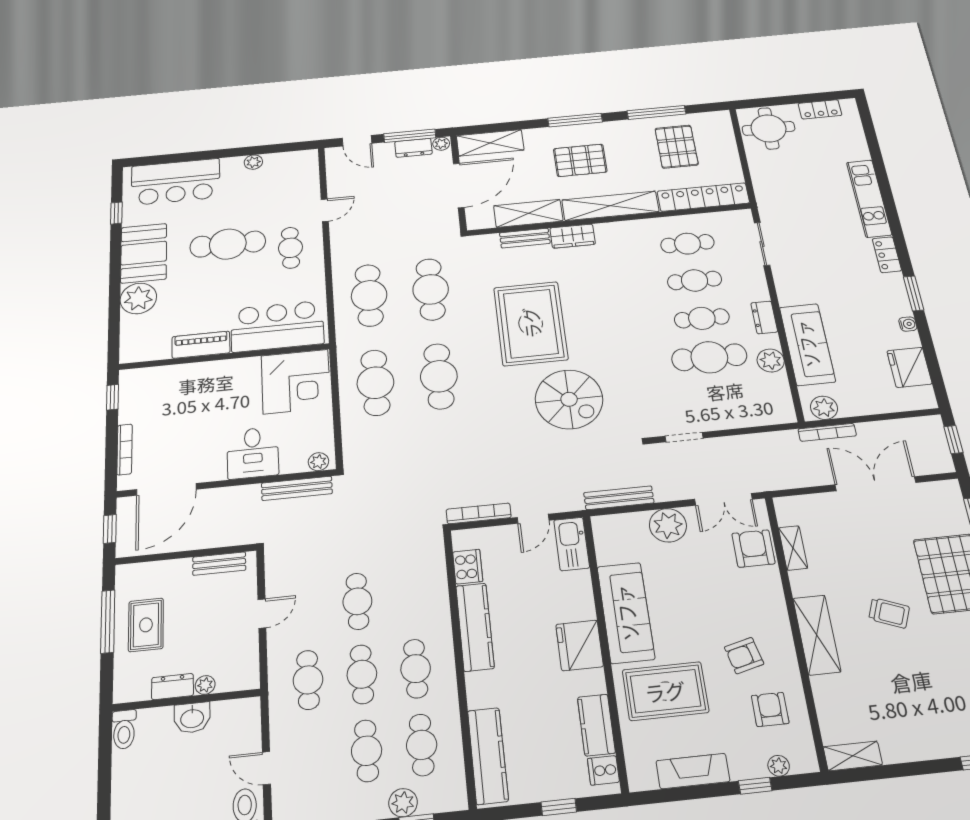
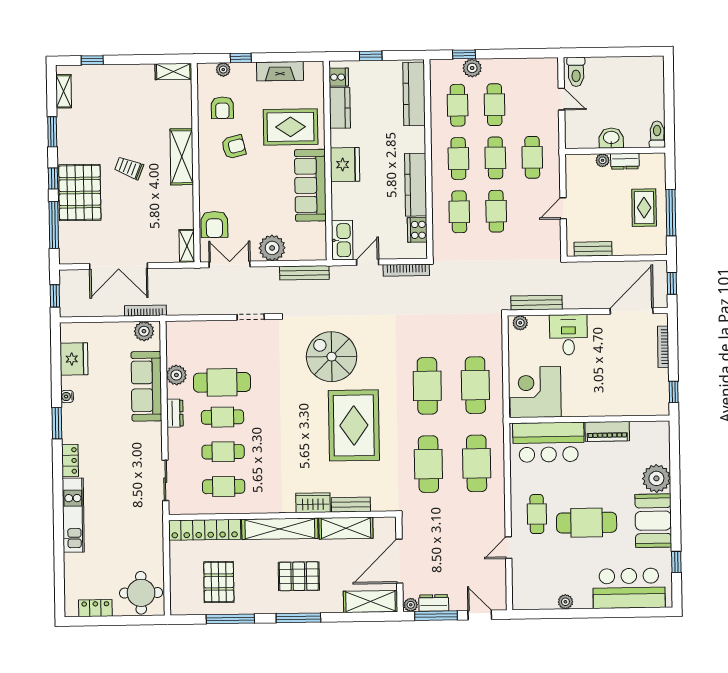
shelving: (793, 548) -> (187, 246), moved
cafe table: (410, 596) -> (459, 212), added

